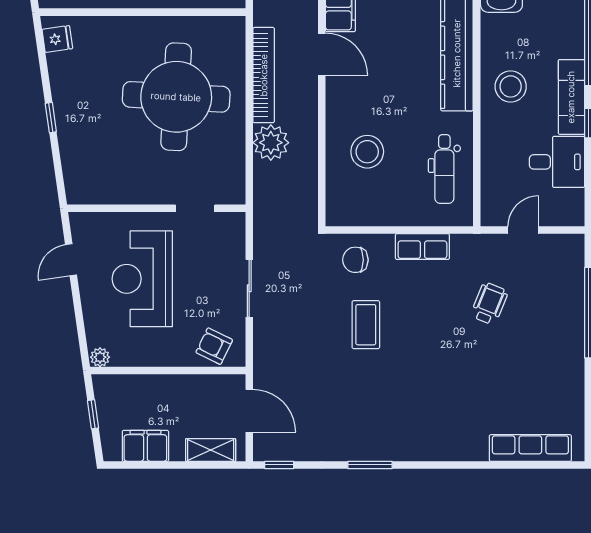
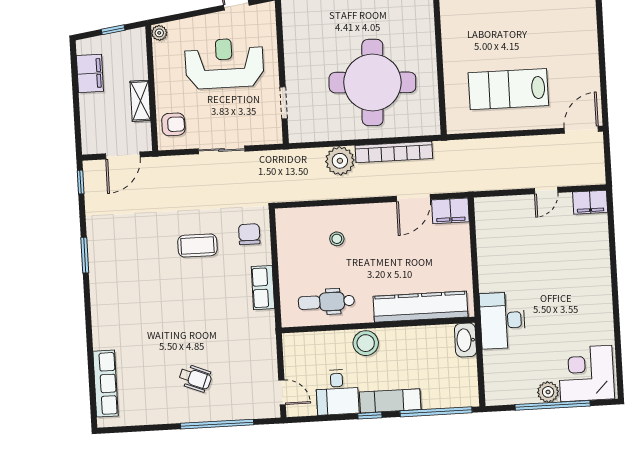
stool: (511, 86) -> (366, 343), moved
stool: (367, 152) -> (337, 239), width x0.53, depth x0.53
door: (523, 230) -> (282, 392), moved
wheelchair: (489, 304) -> (195, 378), moved
armchair: (214, 346) -> (173, 124), turned 64
shelving: (211, 450) -> (140, 101), moved

